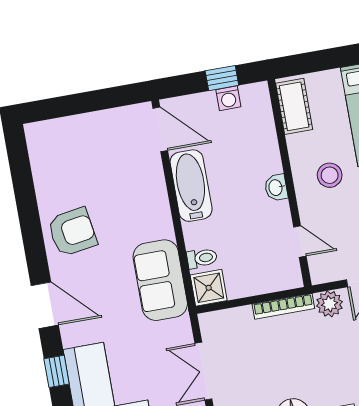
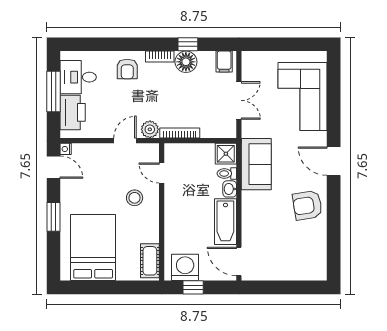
washing machine: (228, 98) -> (185, 267), width x1.89, depth x1.89
stool: (330, 175) -> (135, 198), moved
washbasin: (276, 188) -> (230, 189), moved, turned 180
window: (57, 371) -> (334, 117), removed

